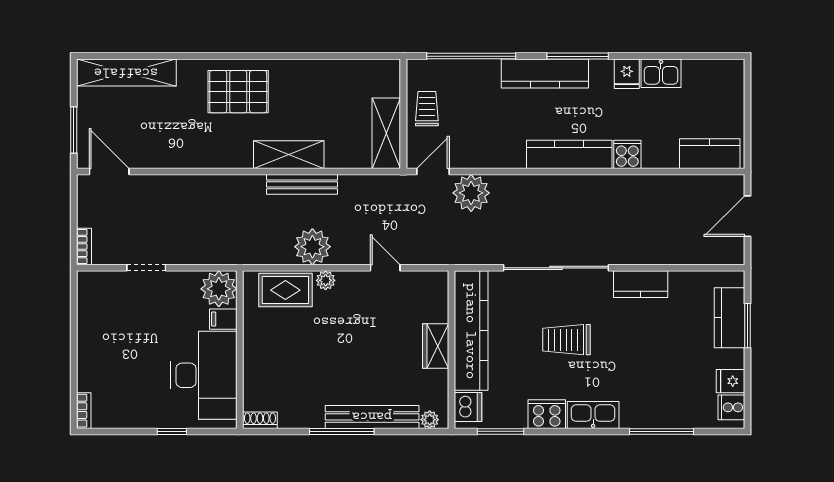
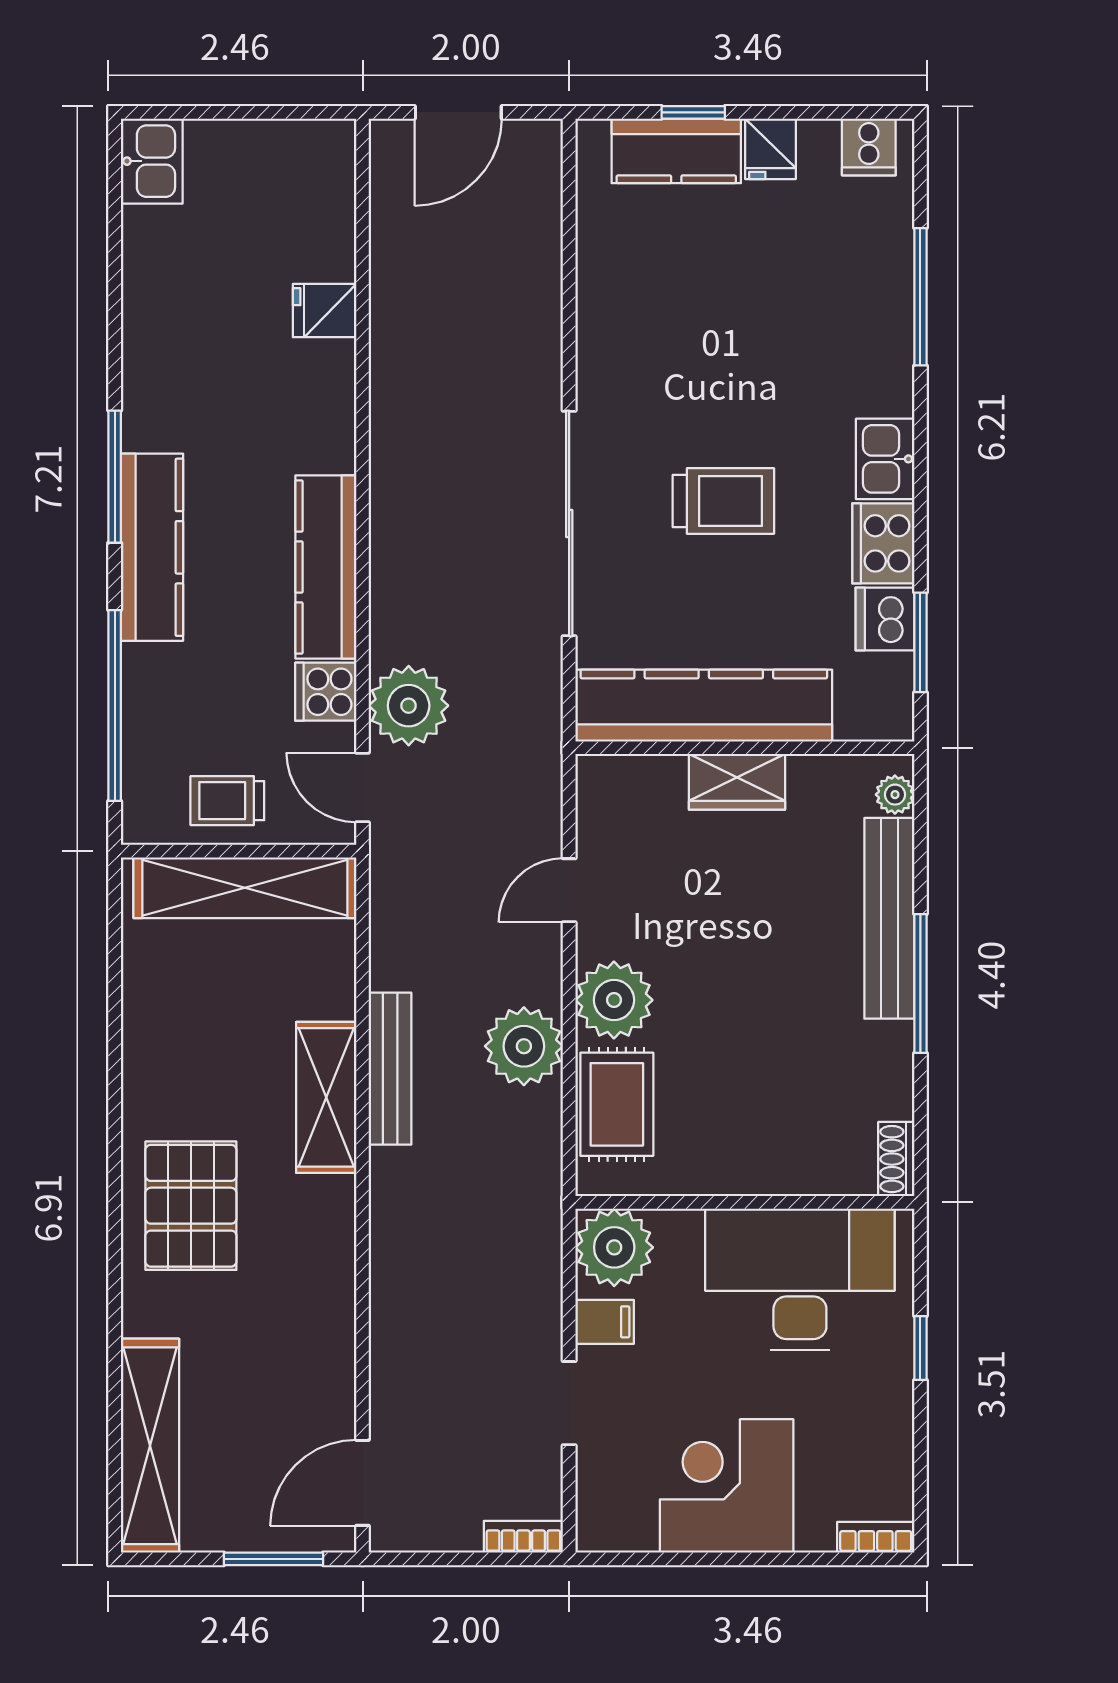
kitchen sink: (661, 73) -> (152, 161), moved
fridge: (627, 74) -> (325, 311), moved, turned 180
shelving: (386, 133) -> (245, 888), width x1.47
kitchen counter: (569, 154) -> (326, 567), moved
cooker: (627, 154) -> (326, 692), moved
kitchen counter: (710, 154) -> (324, 193), removed
door: (747, 216) -> (458, 112), hinge flipped
plant: (326, 280) -> (614, 1000), width x1.88, depth x1.88
kitchen counter: (641, 284) -> (604, 342), removed
filing cabinet: (223, 319) -> (605, 1322), moved, turned -90
window: (747, 326) -> (693, 112), width x0.67
trolley: (566, 340) -> (723, 501), turned -90
corner desk: (108, 341) -> (727, 1486), added
fridge: (730, 381) -> (770, 149), moved
dishwasher: (468, 407) -> (885, 619), moved, turned -90
kitchen sink: (593, 415) -> (885, 459), width x0.73

